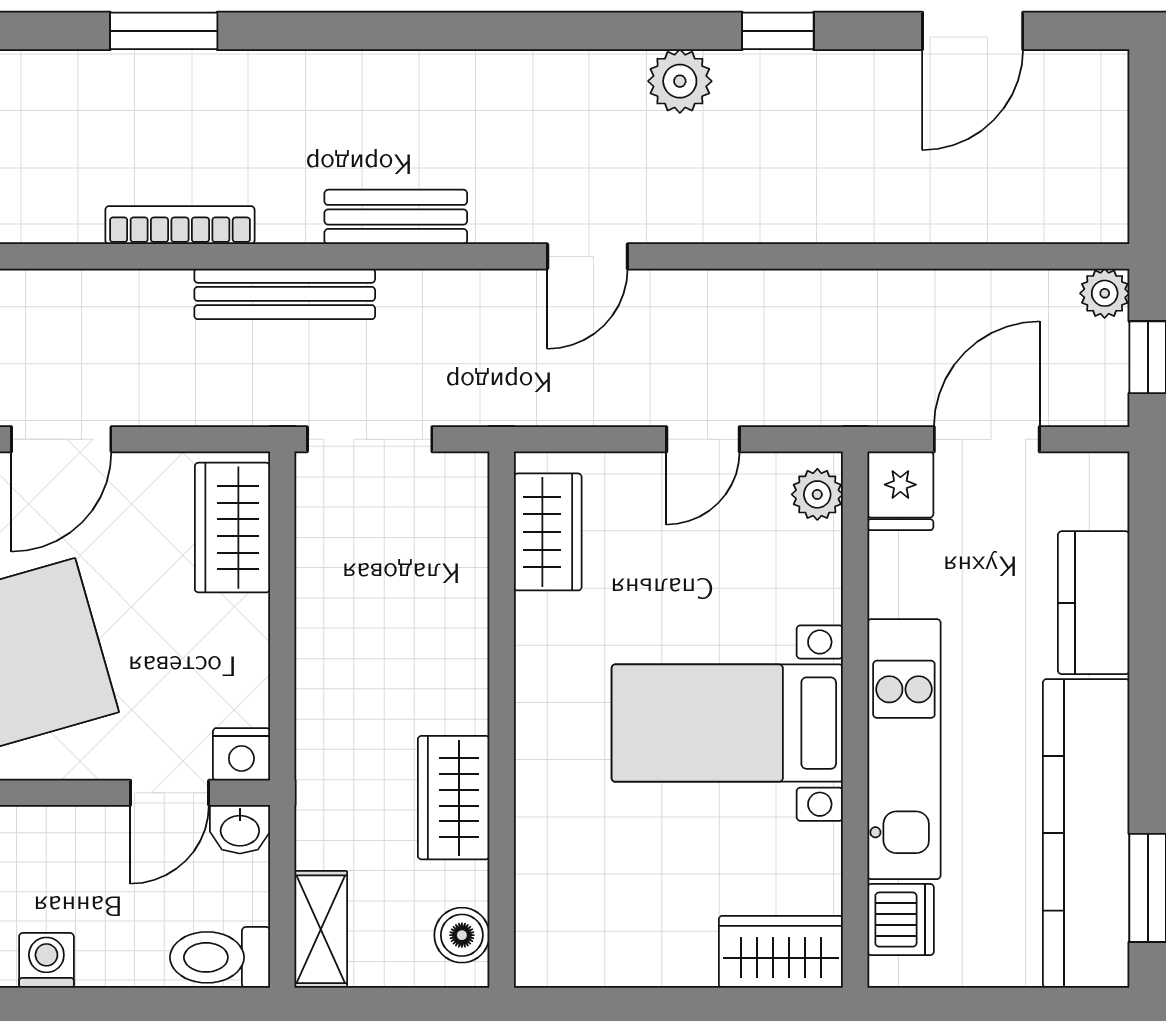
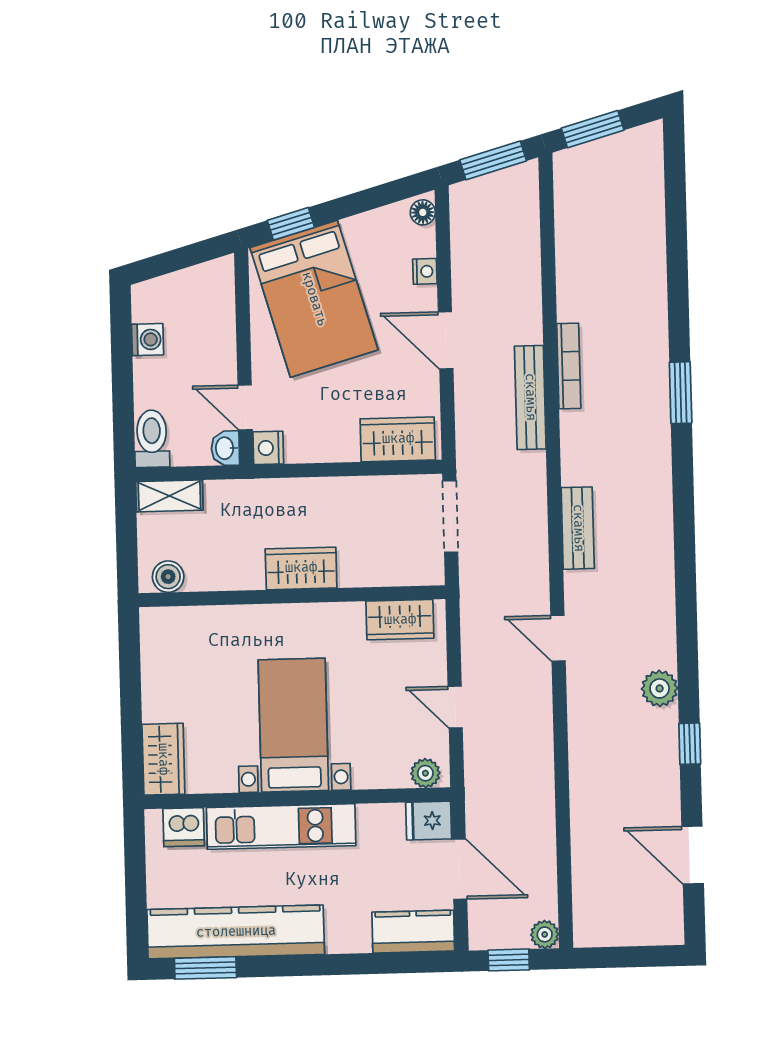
bookcase: (180, 225) -> (569, 366), moved
bench: (285, 294) -> (530, 397), moved
kitchen counter: (1094, 603) -> (413, 932), moved
wardrobe: (454, 798) -> (301, 568), moved

